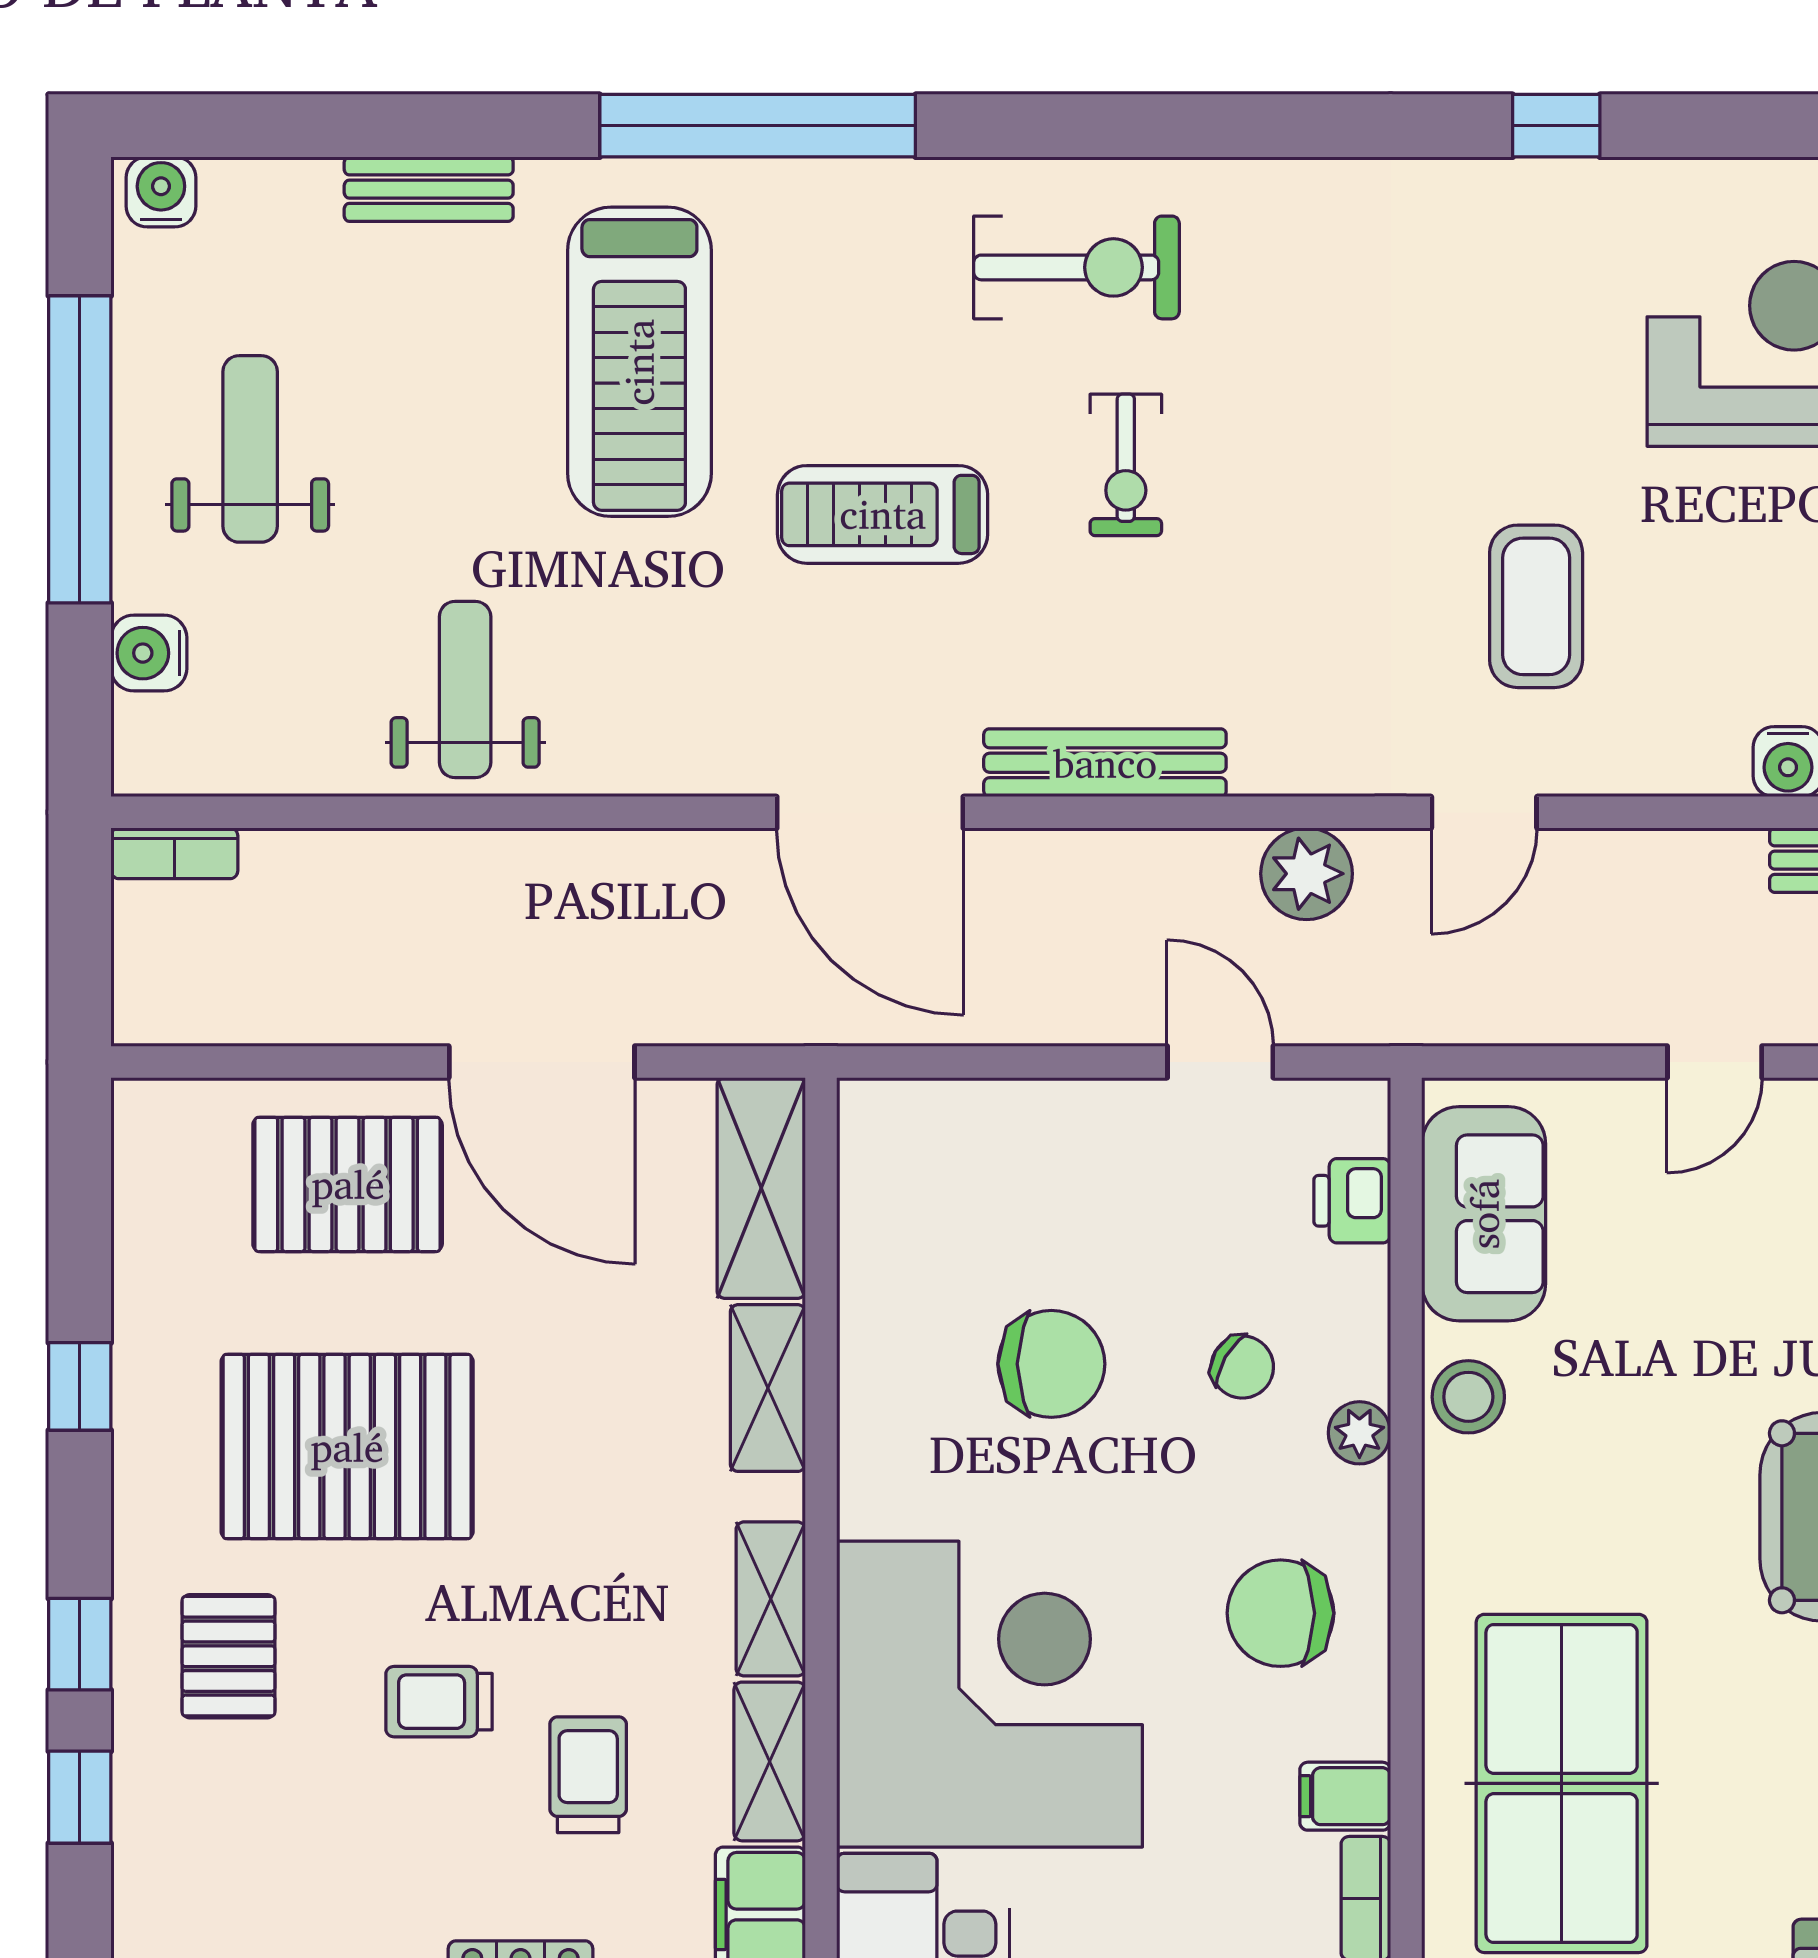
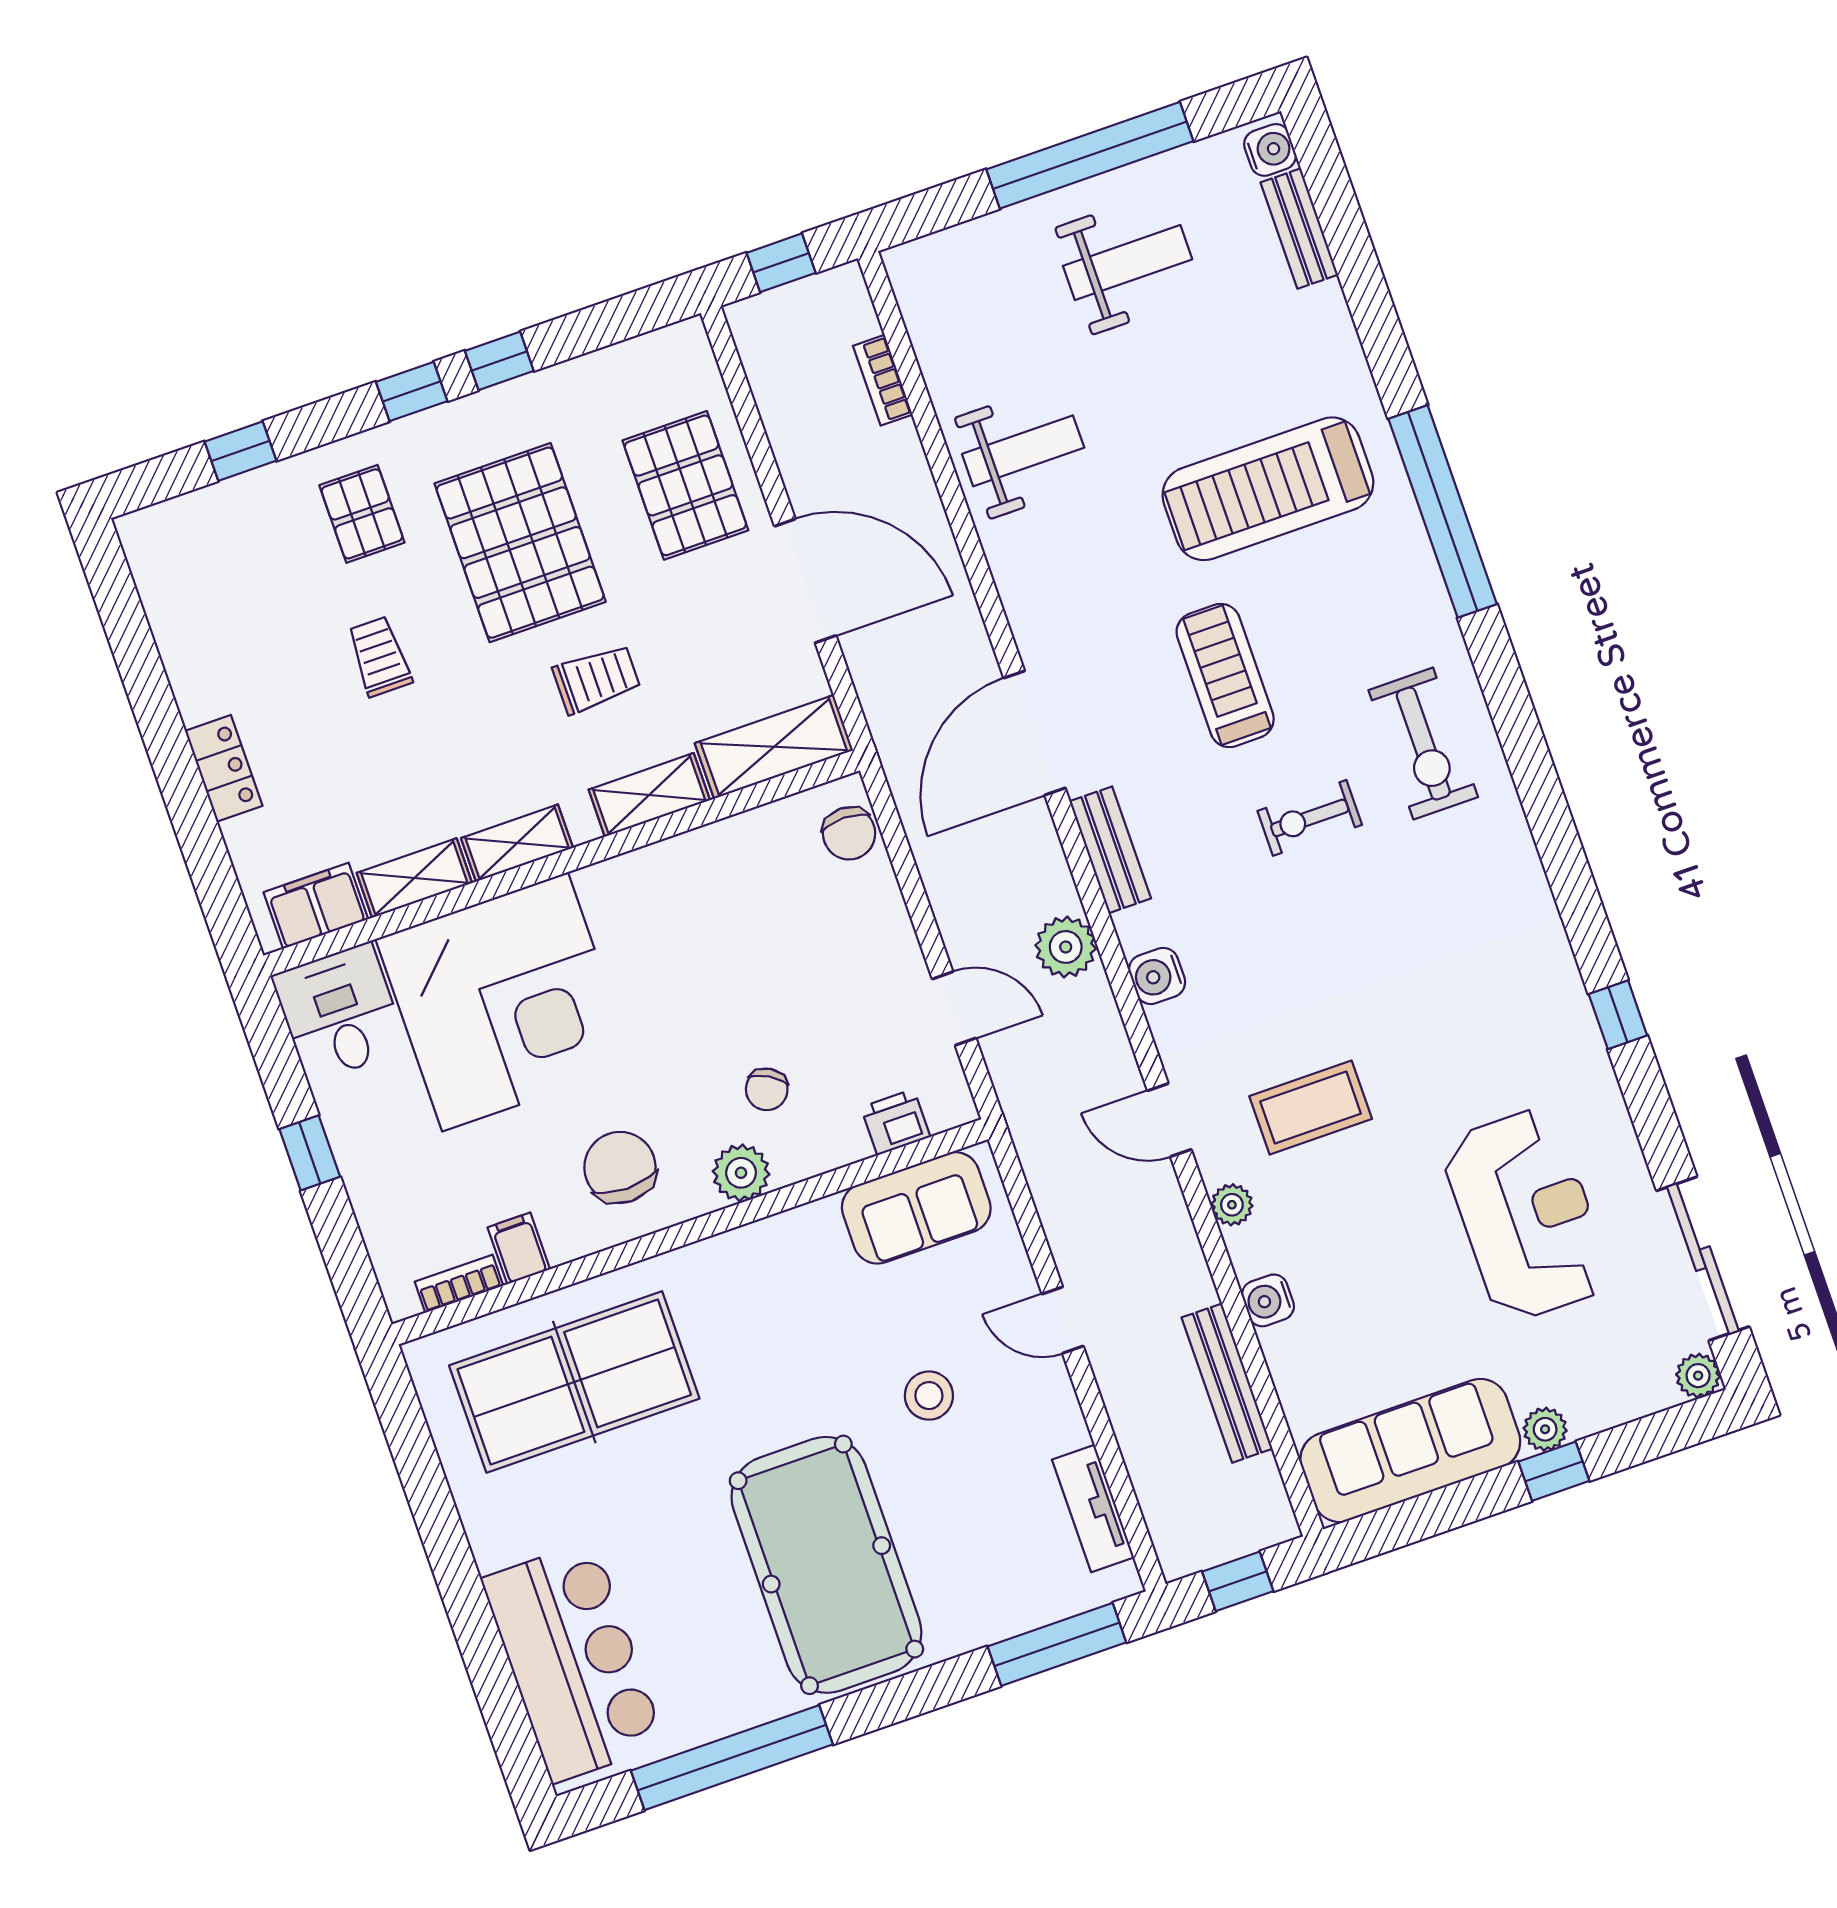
bench: (429, 189) -> (1299, 229), moved
water cooler: (149, 653) -> (1157, 976), moved, turned -90
bench: (1105, 763) -> (1110, 850), width x0.73
plant: (1635, 766) -> (1232, 1205), added
bookcase: (174, 853) -> (883, 380), moved
plant: (1307, 874) -> (1066, 947), moved
window: (80, 939) -> (781, 263), added
door: (542, 1062) -> (805, 581), swing flipped
door: (1220, 1062) -> (954, 1008), hinge flipped
chair: (1051, 1364) -> (849, 833), moved, width x0.73, depth x0.73
stool: (1468, 1397) -> (929, 1396), moved
plant: (1359, 1433) -> (741, 1173), width x1.38, depth x1.38
window: (80, 1644) -> (412, 391), moved
pallet: (229, 1656) -> (362, 514), turned 90
trolley: (588, 1775) -> (597, 679), moved

